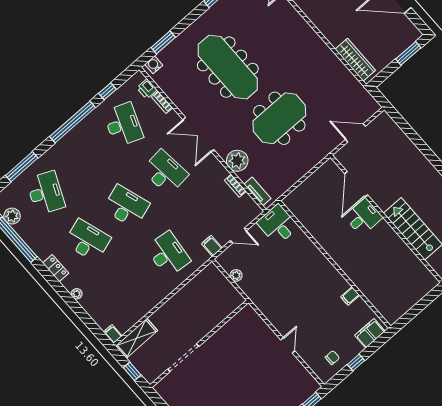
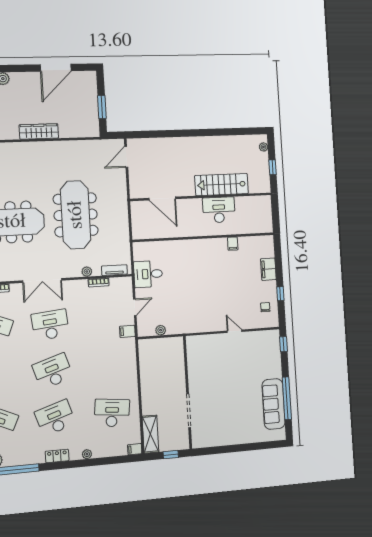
window: (408, 53) -> (102, 107), moved
wardrobe: (355, 60) -> (39, 131), moved
meeting table: (279, 118) -> (76, 215), width x1.36
door: (356, 133) -> (126, 157), moved
plant: (237, 161) -> (87, 272), width x0.53, depth x0.53
desk: (363, 217) -> (219, 210), moved, width x1.37
desk: (168, 254) -> (112, 413), moved
wall: (335, 264) -> (204, 237), moved
filing cabinet: (350, 296) -> (233, 244), moved

